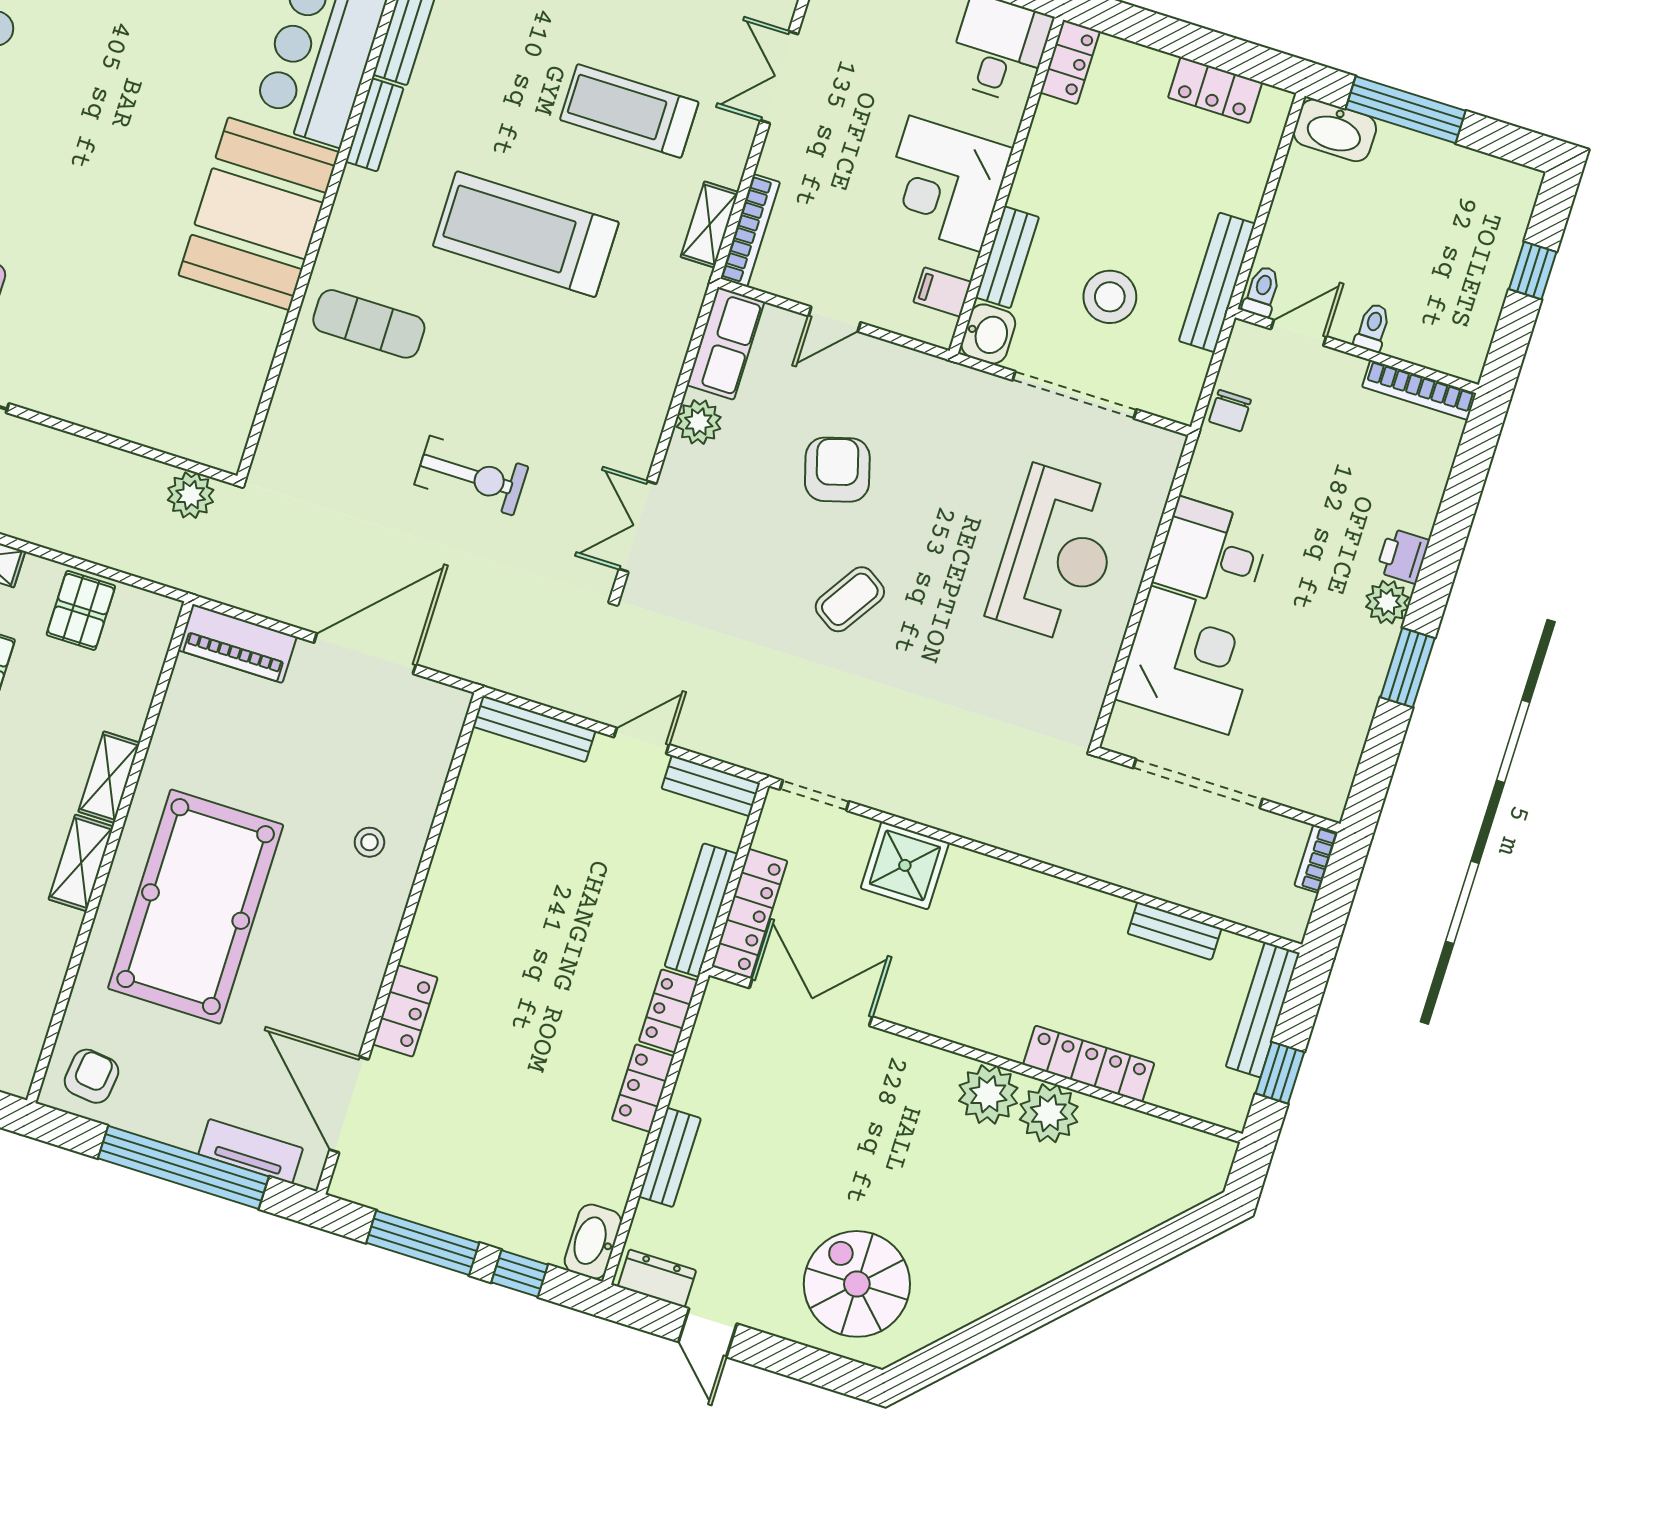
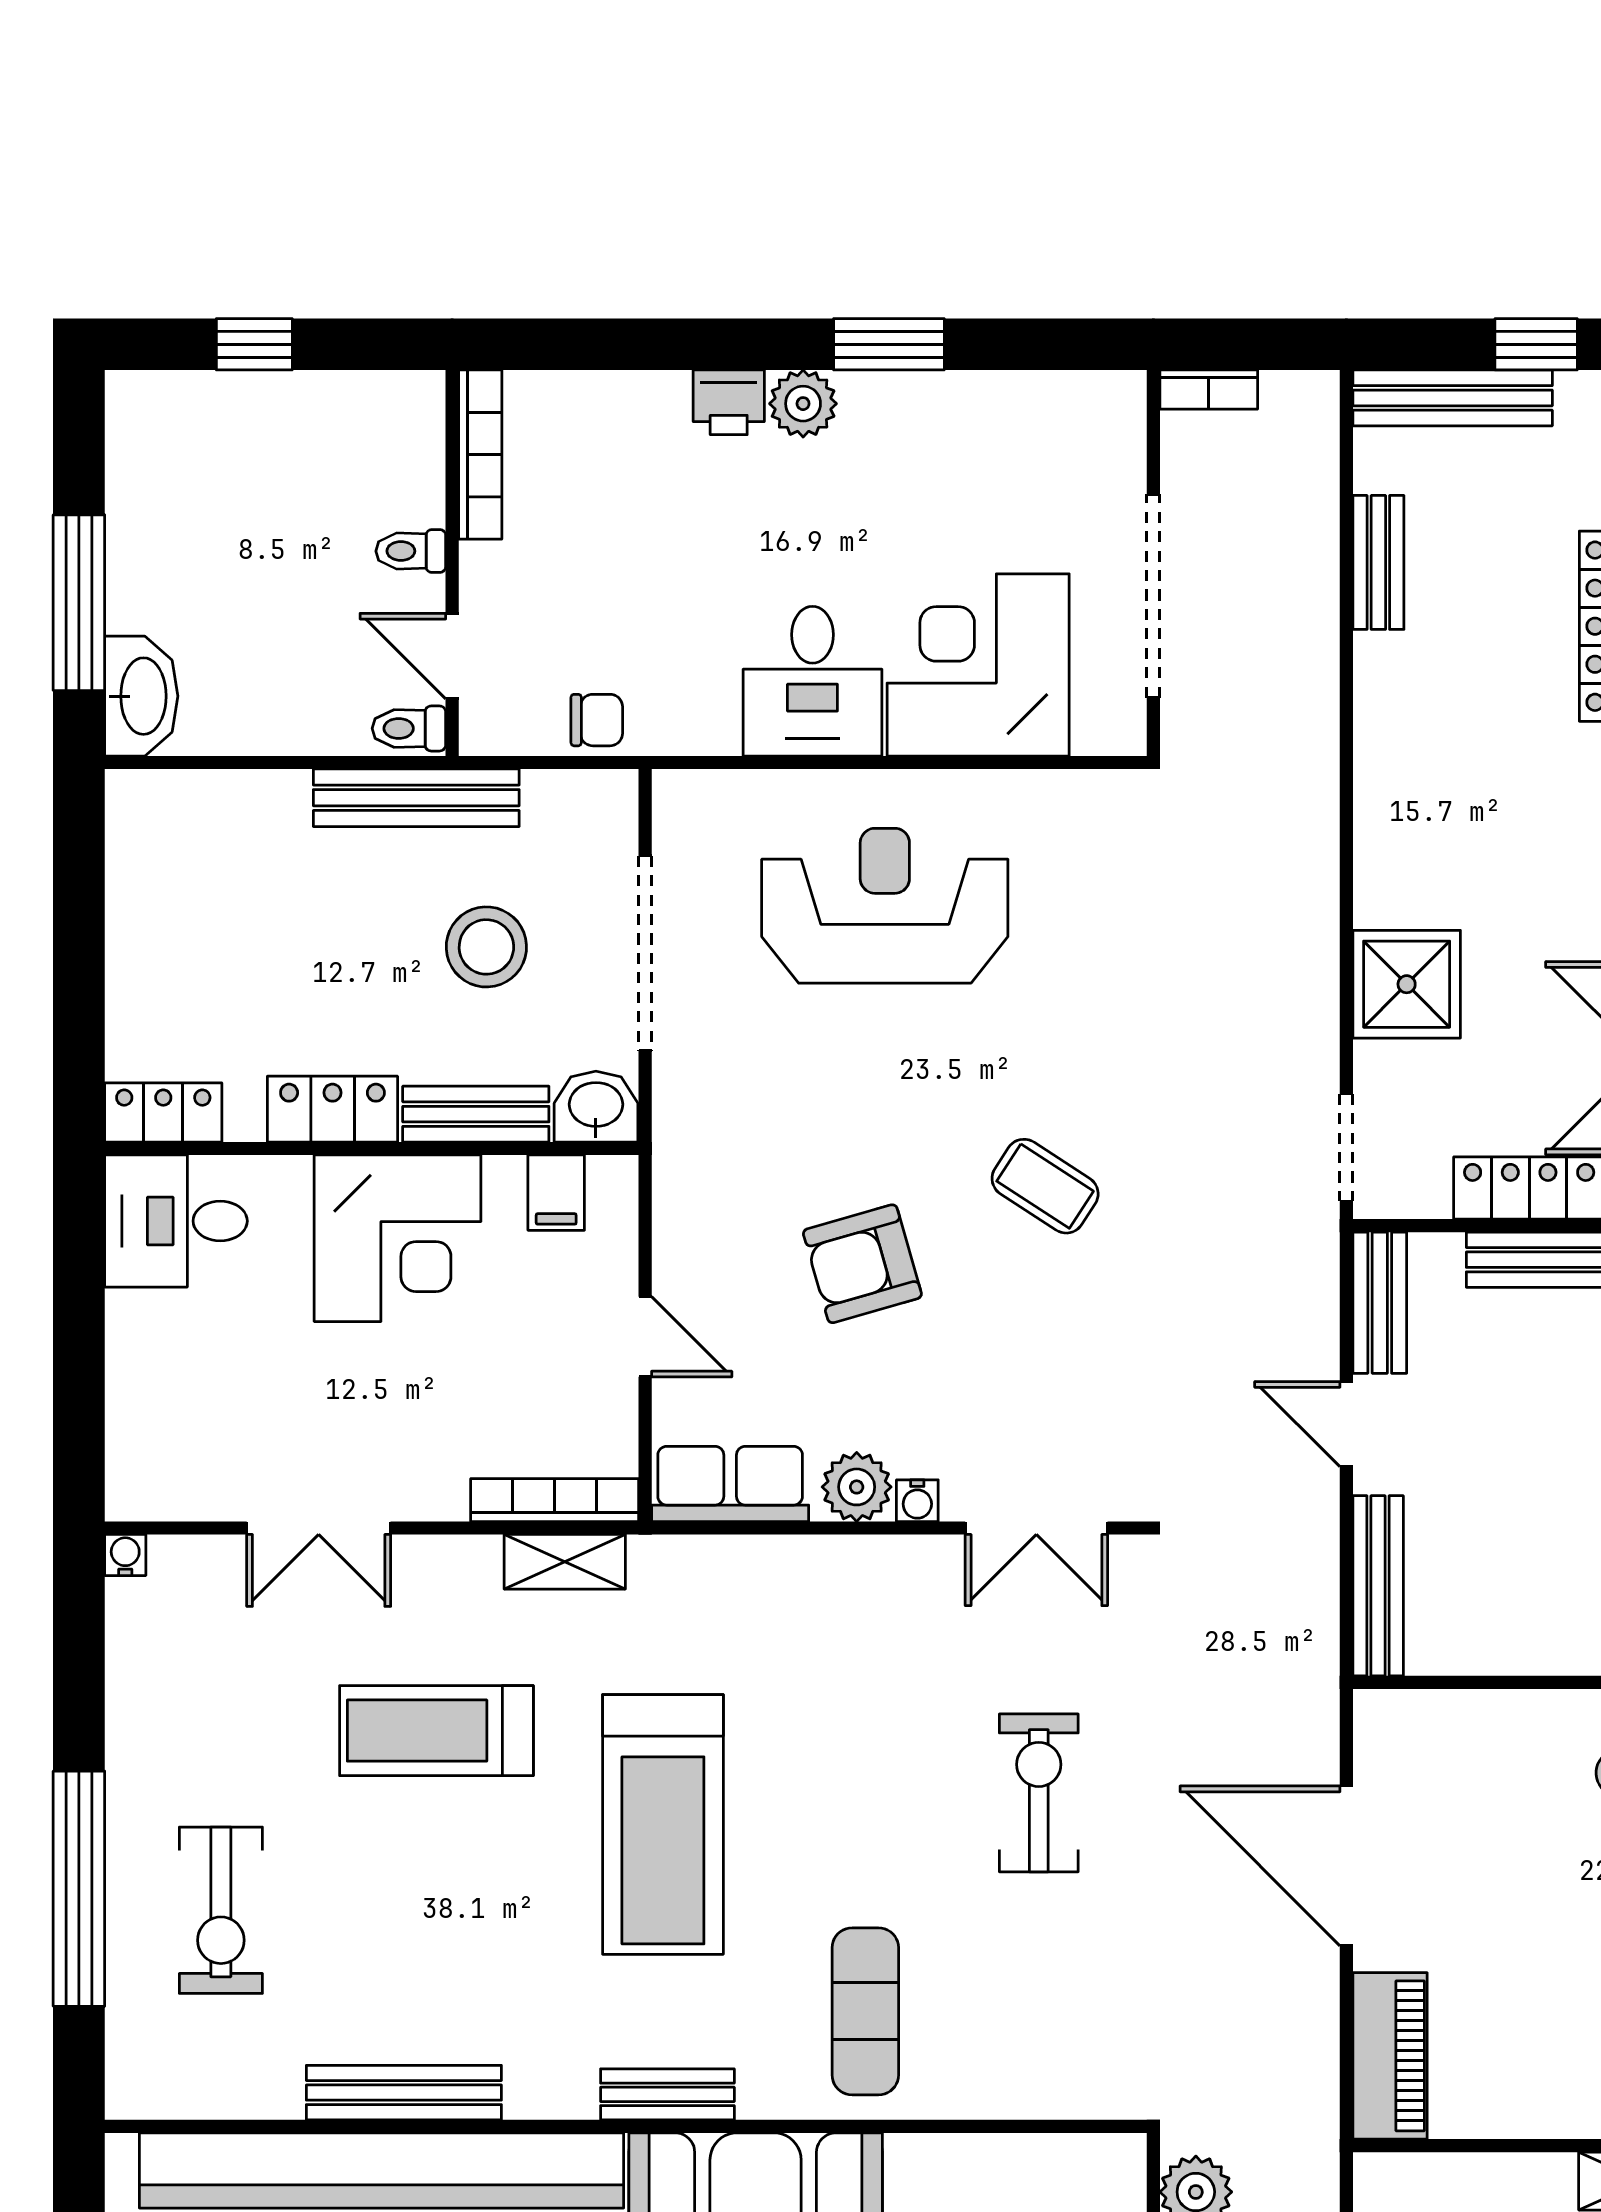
locker: (1215, 90) -> (332, 1109), moved, turned -90
treadmill: (629, 111) -> (436, 1731), turned 90
bench: (375, 125) -> (667, 2094), moved
water cooler: (678, 457) -> (917, 1501), added

